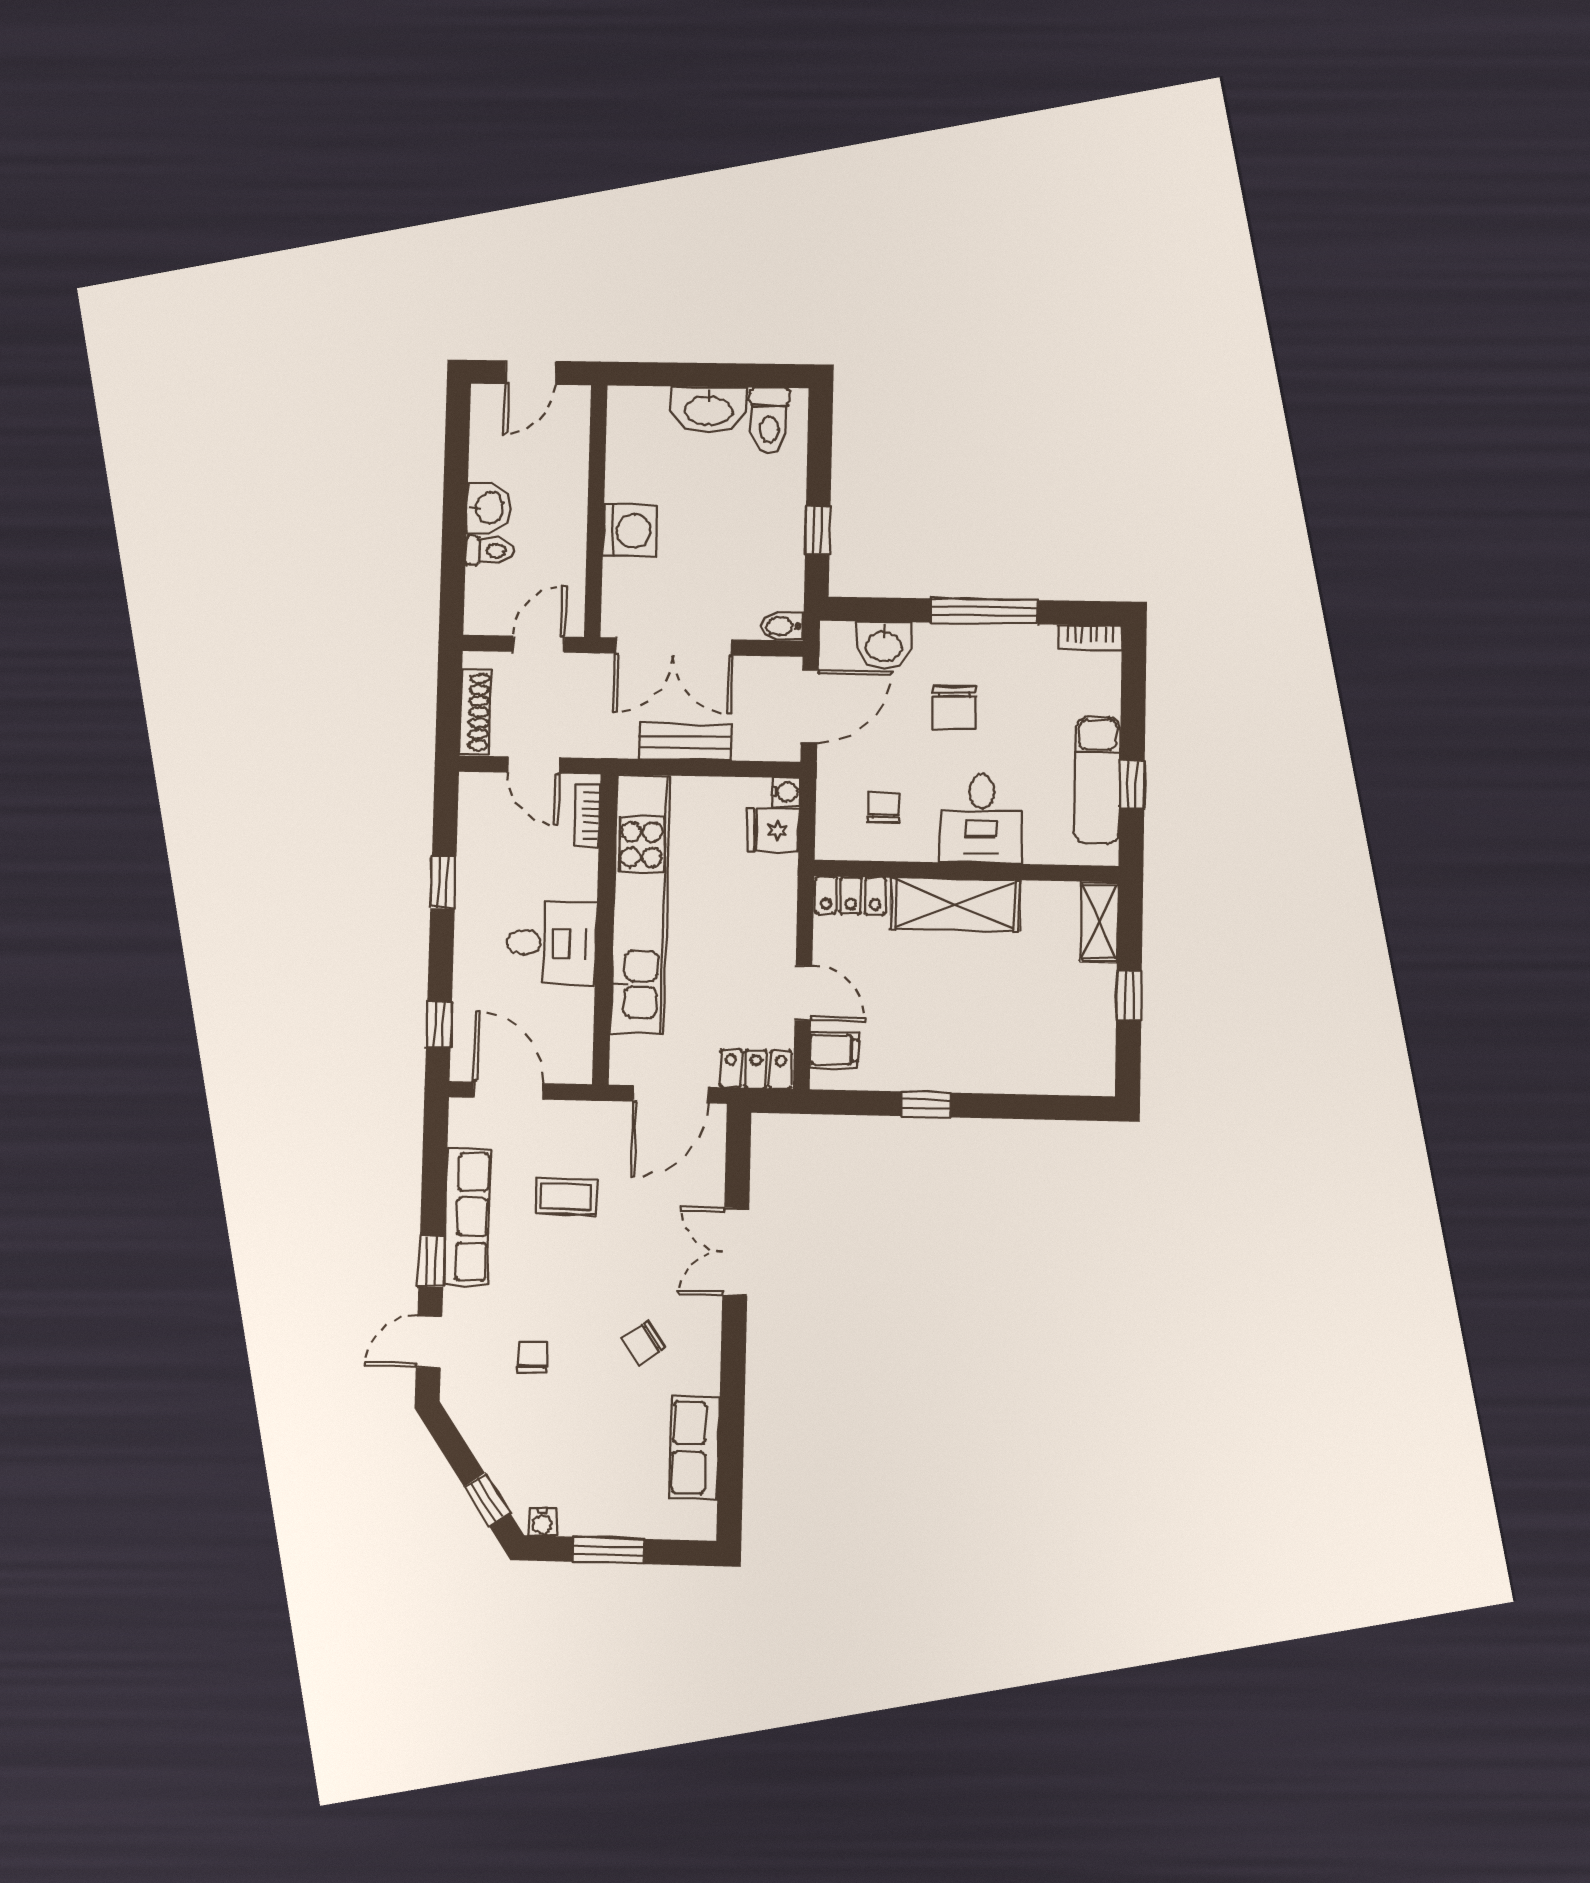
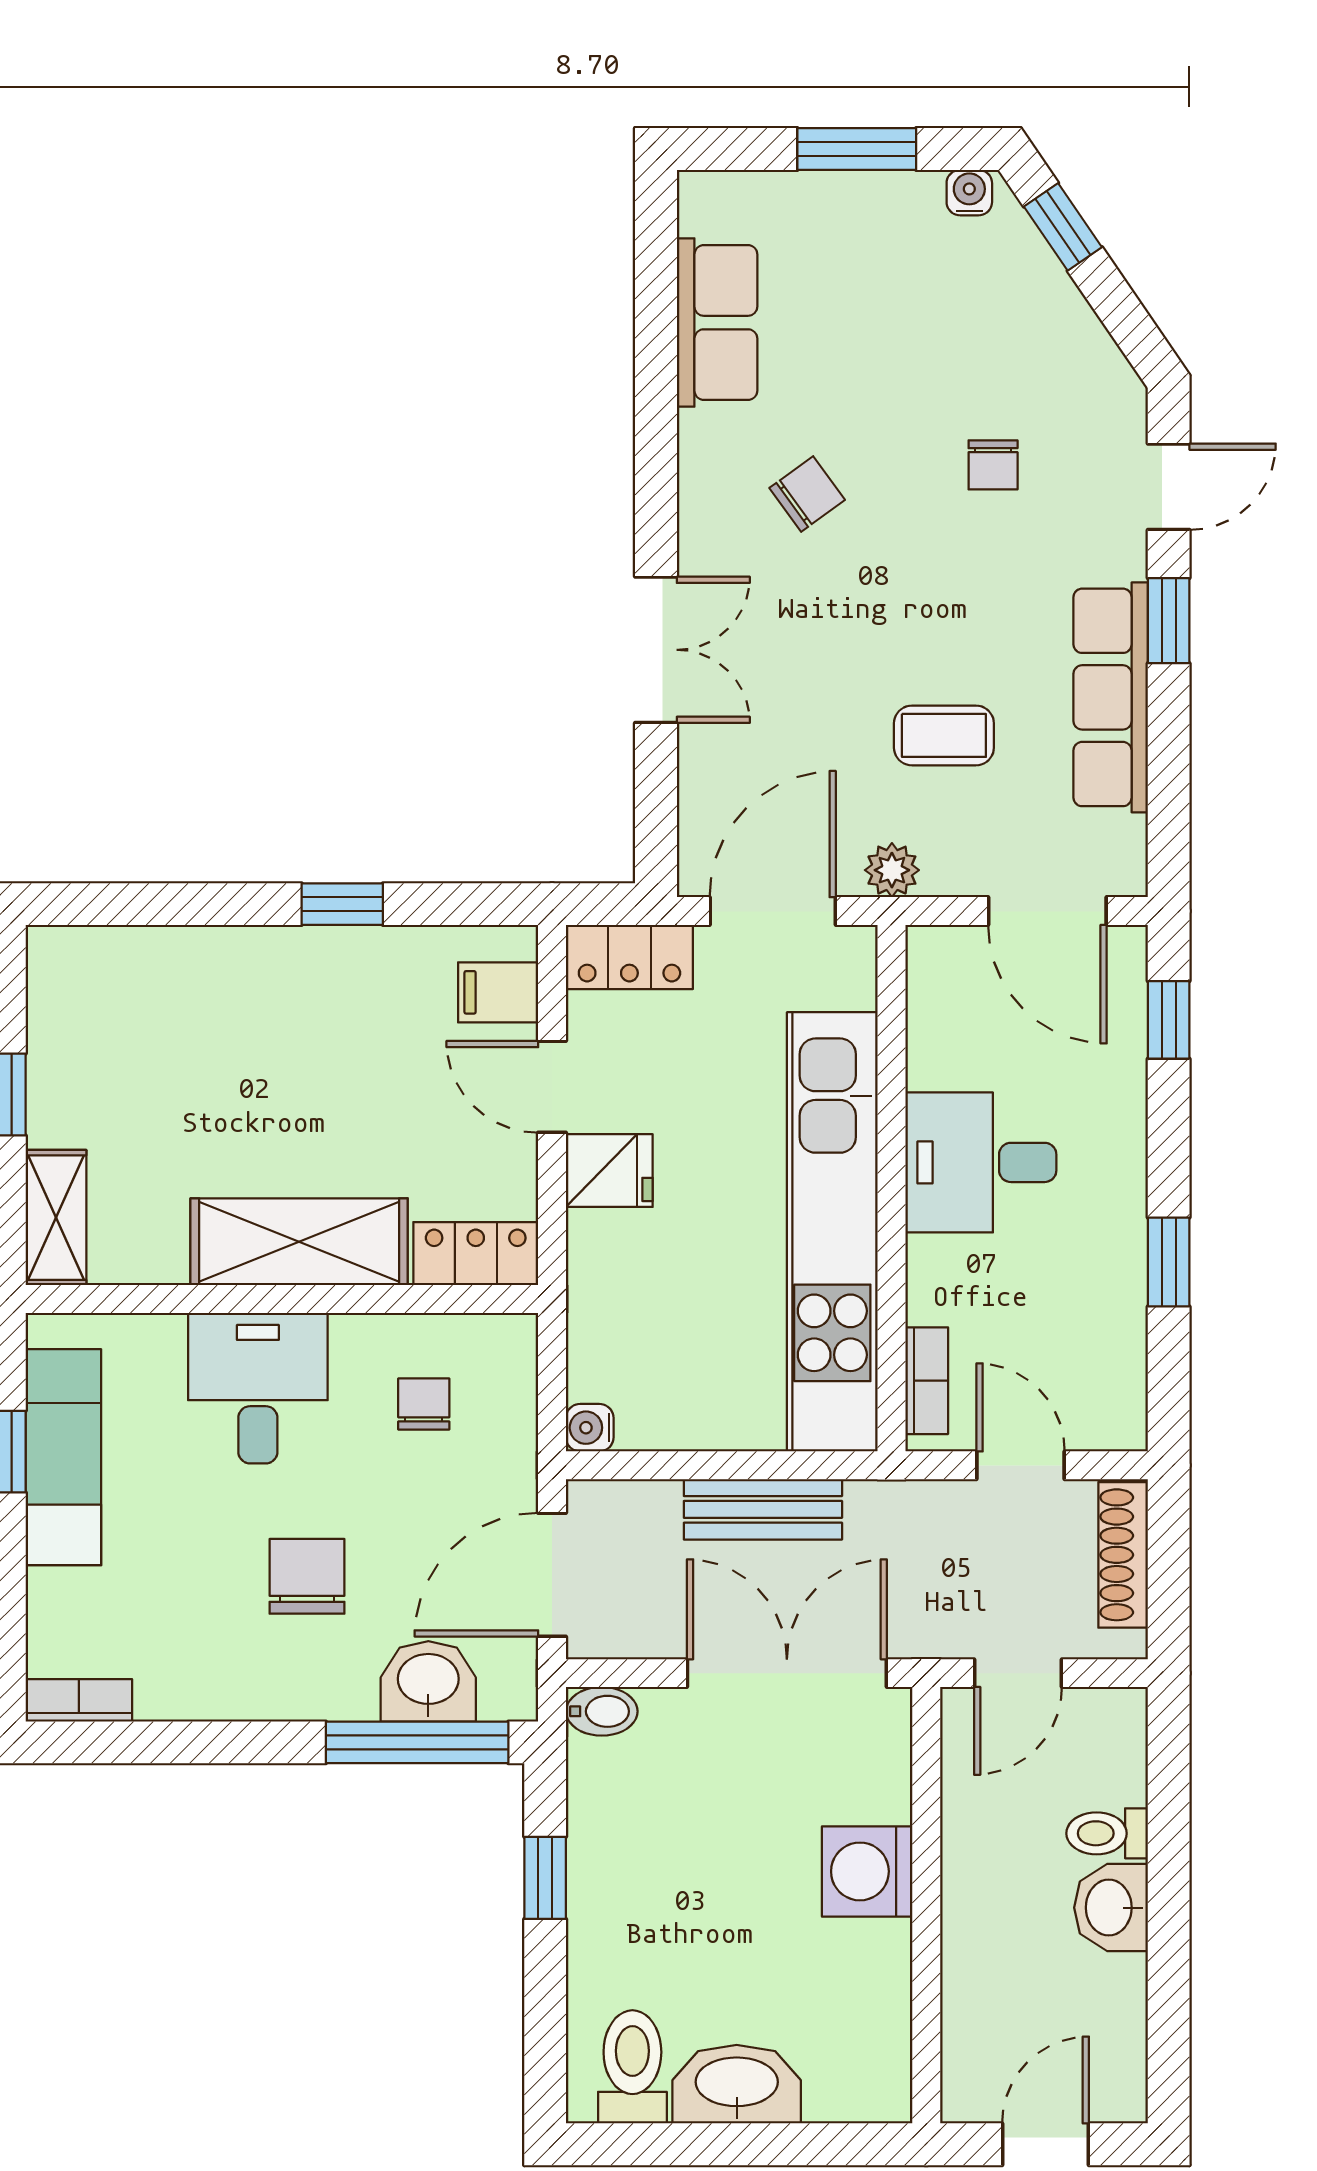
window: (984, 611) -> (417, 1742), moved
chair: (883, 808) -> (424, 1404), turned 180
fridge: (773, 830) -> (609, 1171), moved
plant: (599, 1117) -> (892, 870), added

